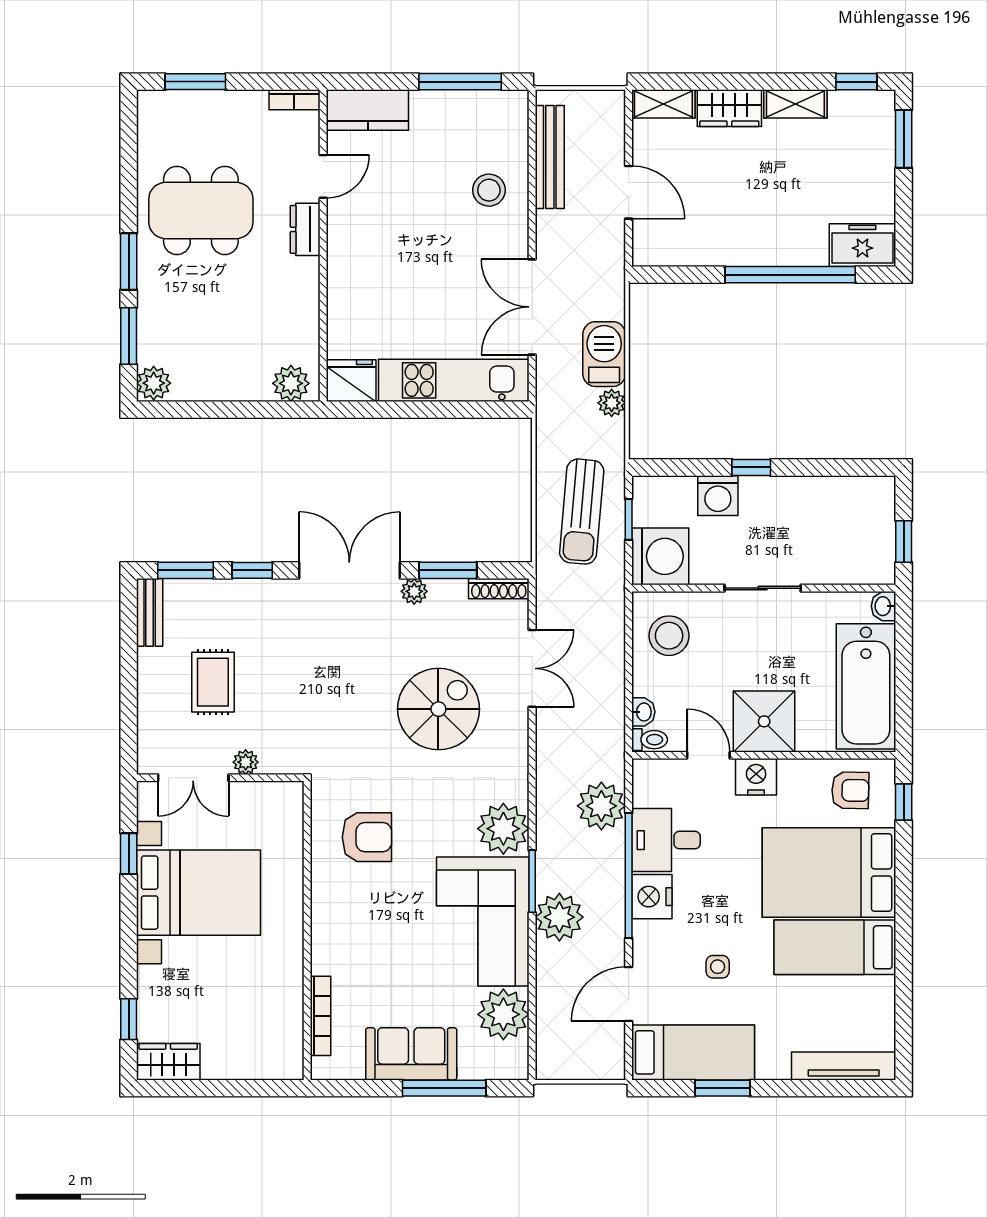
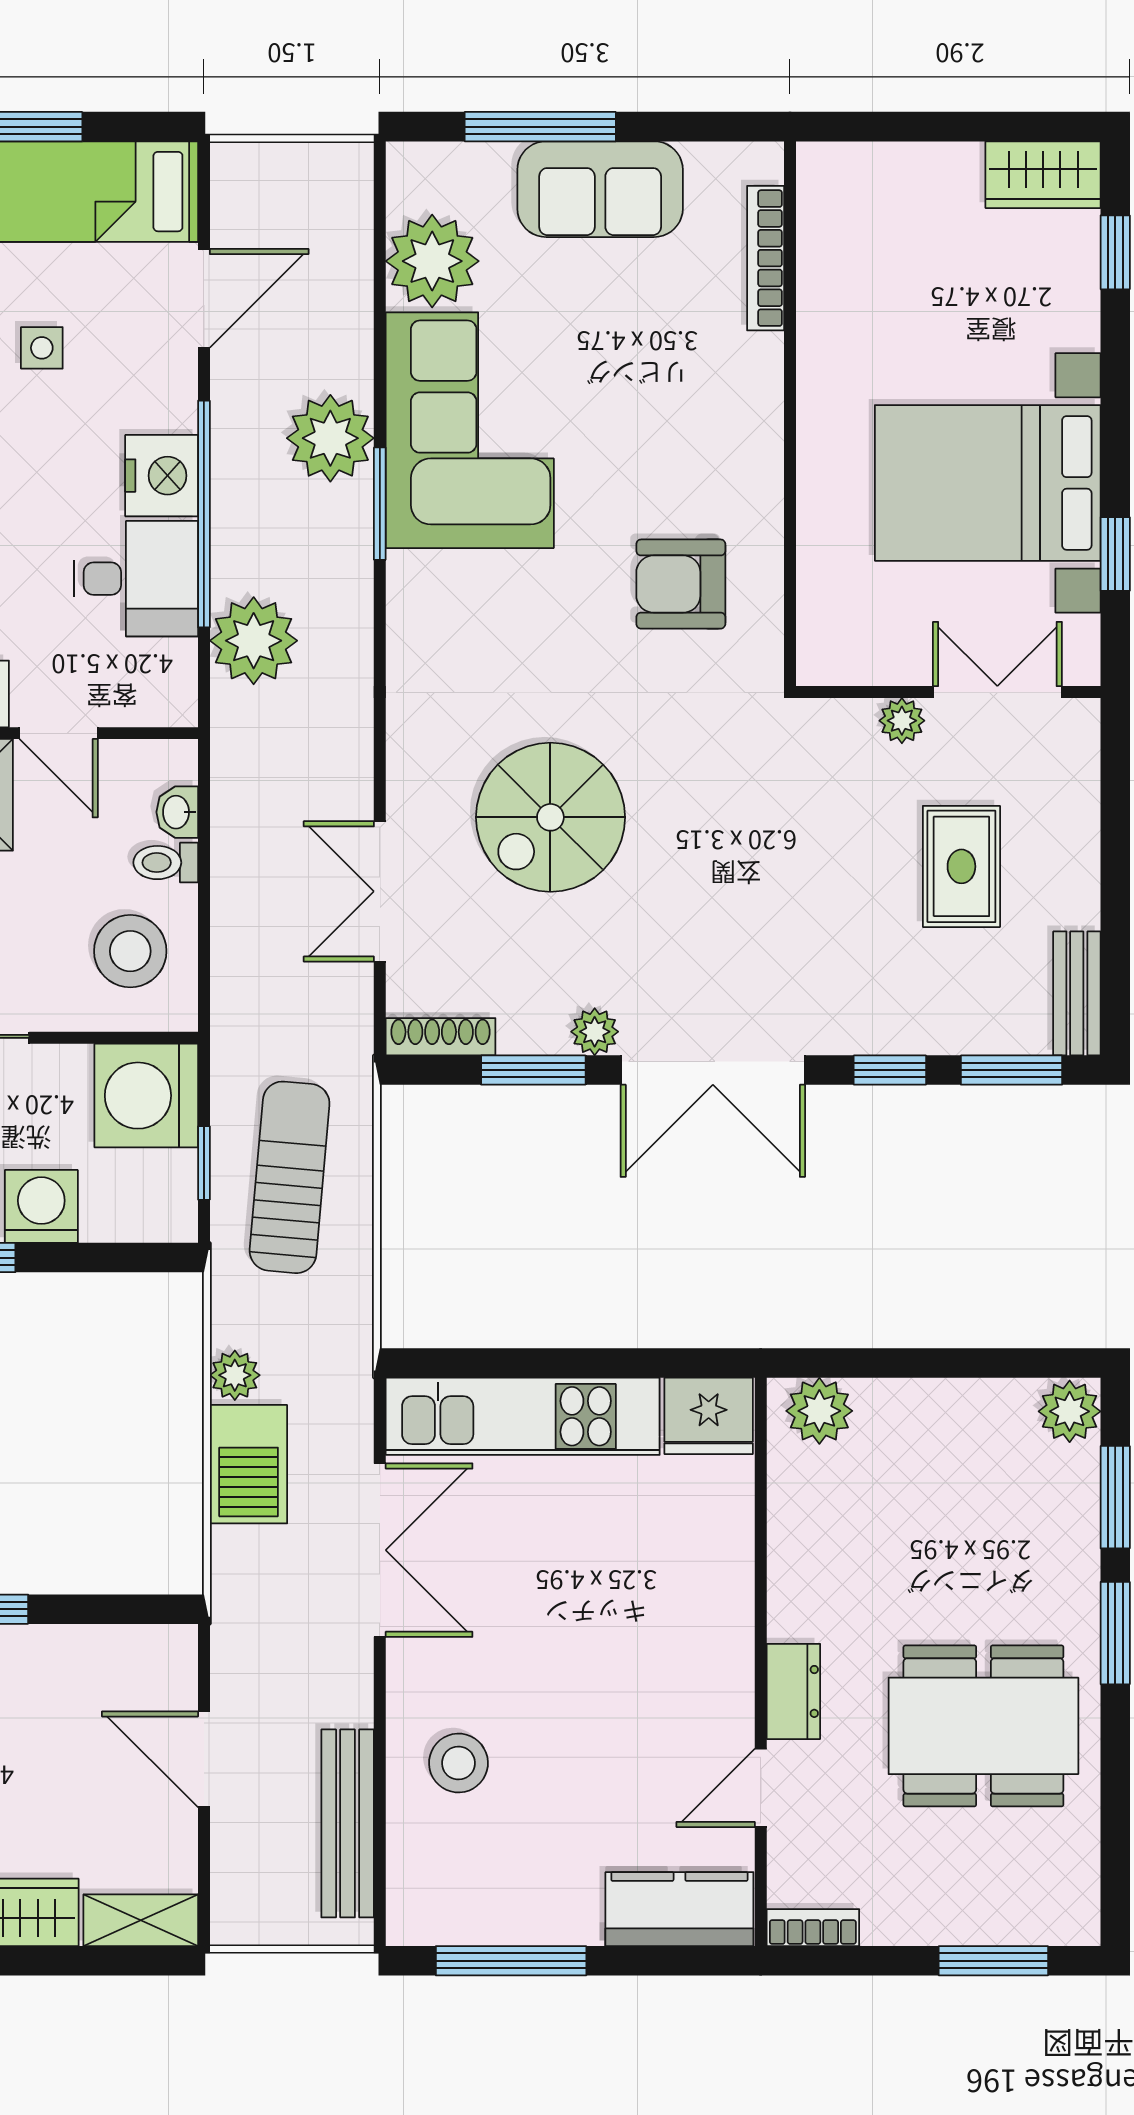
toilet: (650, 740) -> (166, 863), moved
plant: (503, 829) -> (432, 599), removed

